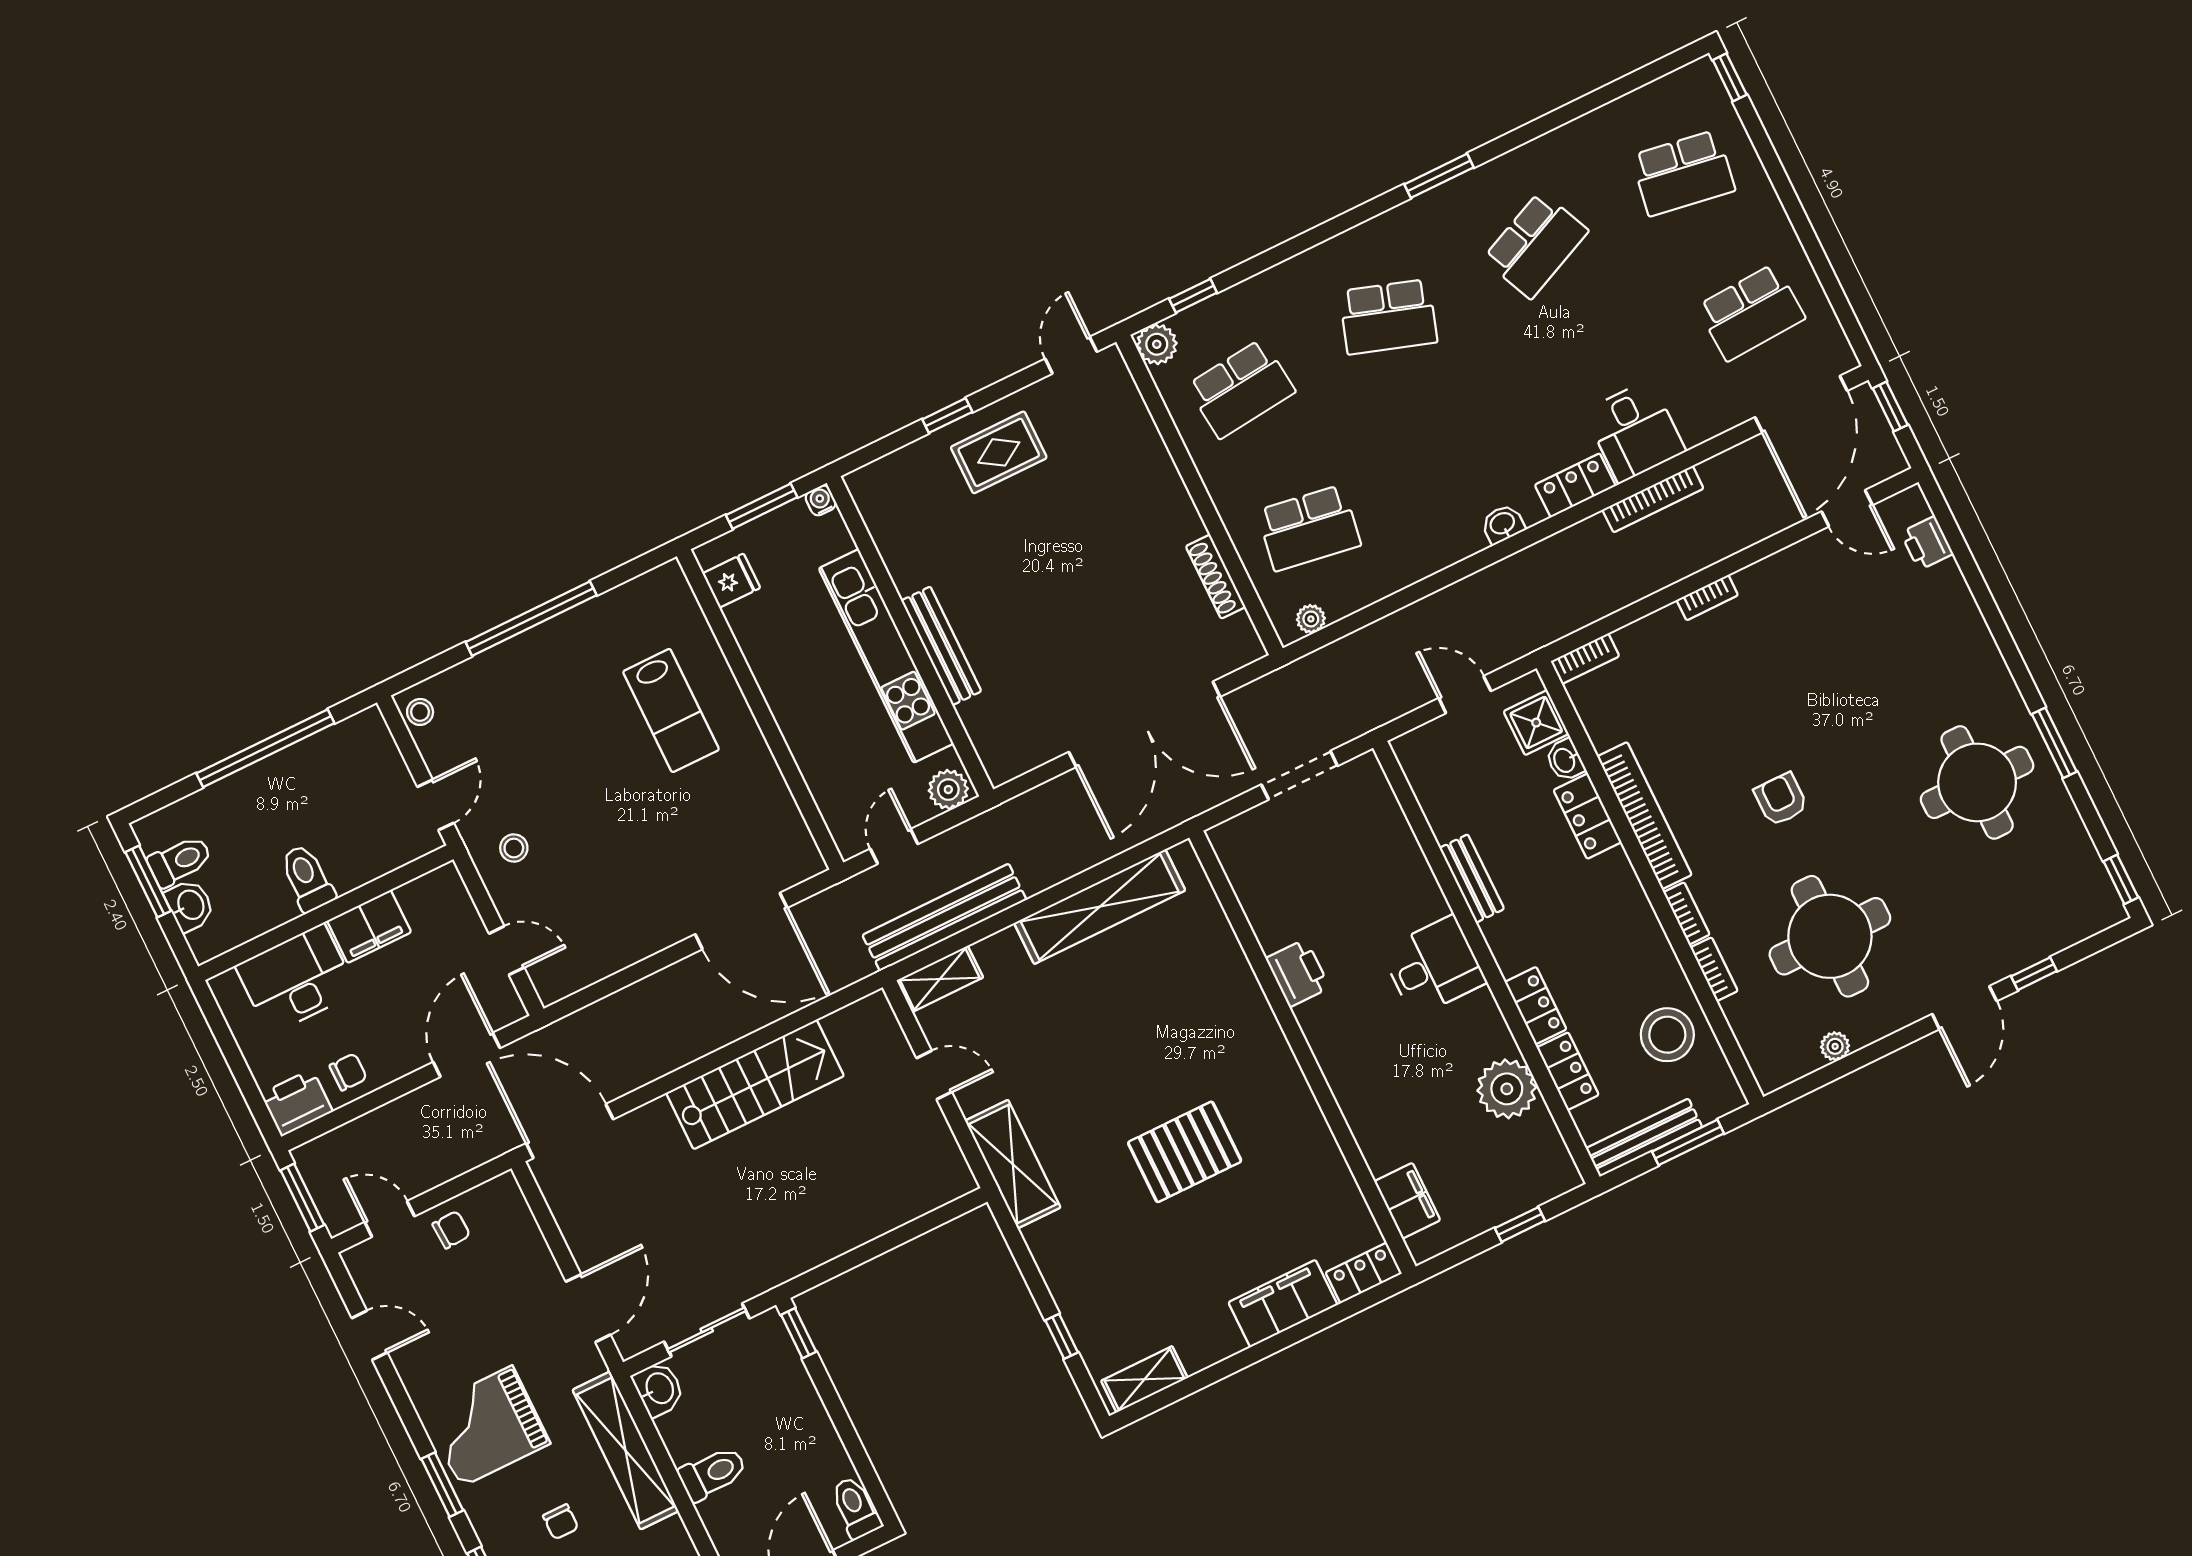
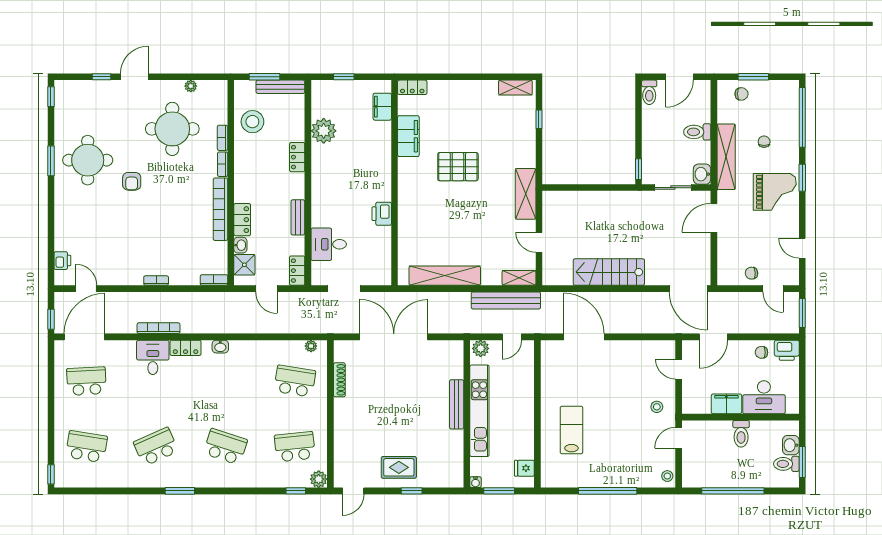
armchair: (1781, 799) -> (132, 181), moved
desk: (1434, 966) -> (329, 244), moved
locker: (1568, 1071) -> (297, 271), moved
filing cabinet: (1283, 1304) -> (408, 136), moved, turned -90

